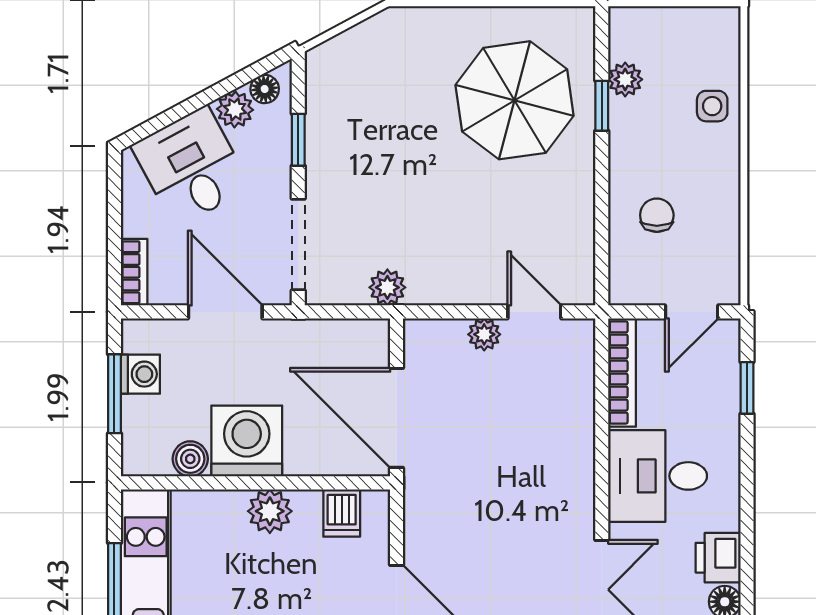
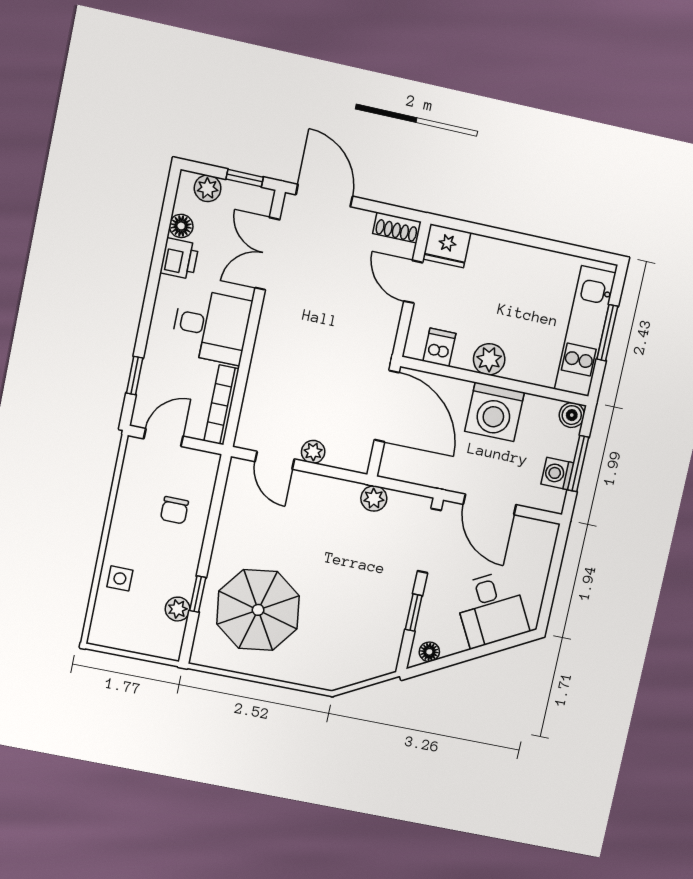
plant: (235, 109) -> (453, 642), removed
bookcase: (134, 272) -> (546, 545), removed
boiler: (190, 459) -> (572, 415), moved

